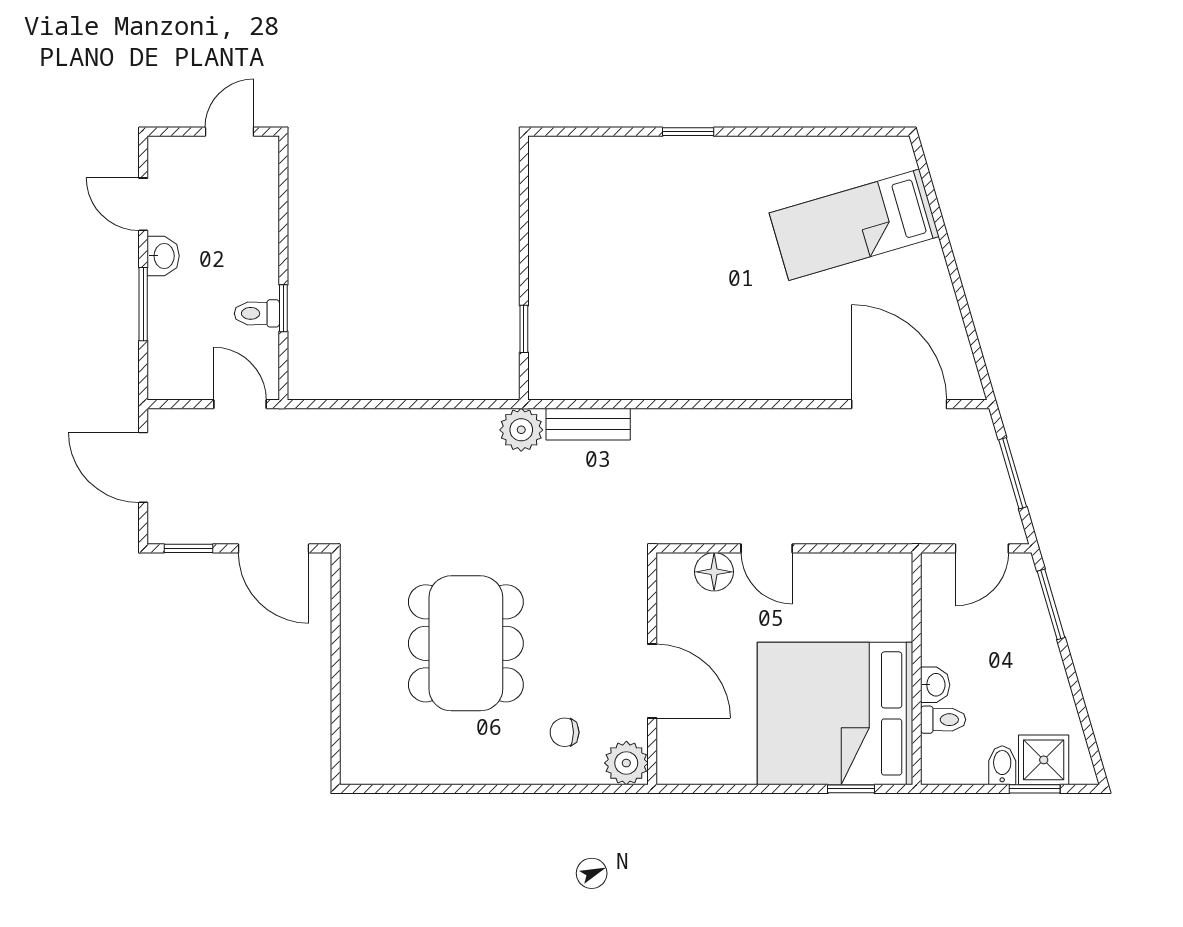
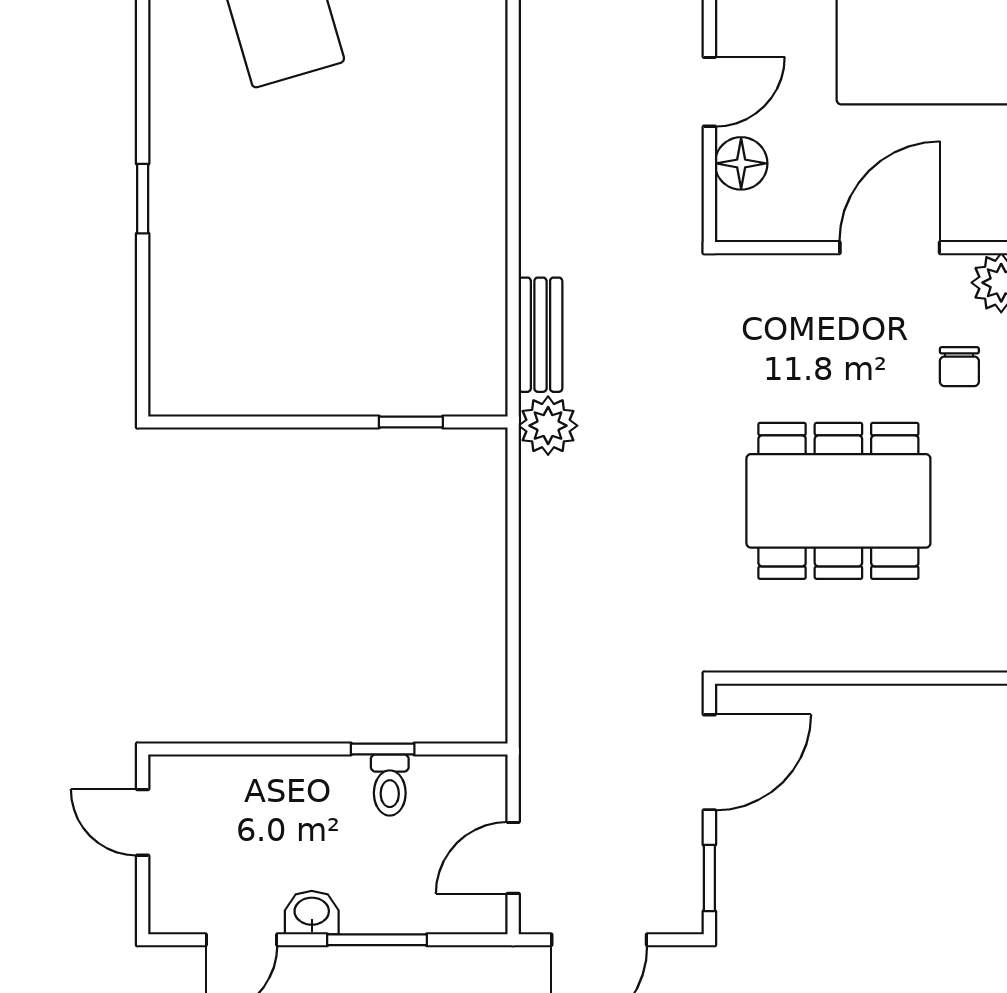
door: (240, 404) -> (513, 858), moved

